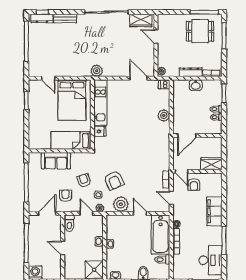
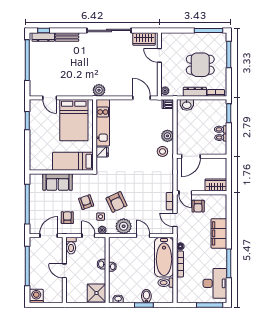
dining table: (200, 31) -> (200, 65), moved
washbasin: (196, 85) -> (187, 105), moved
stool: (159, 131) -> (162, 151), added

